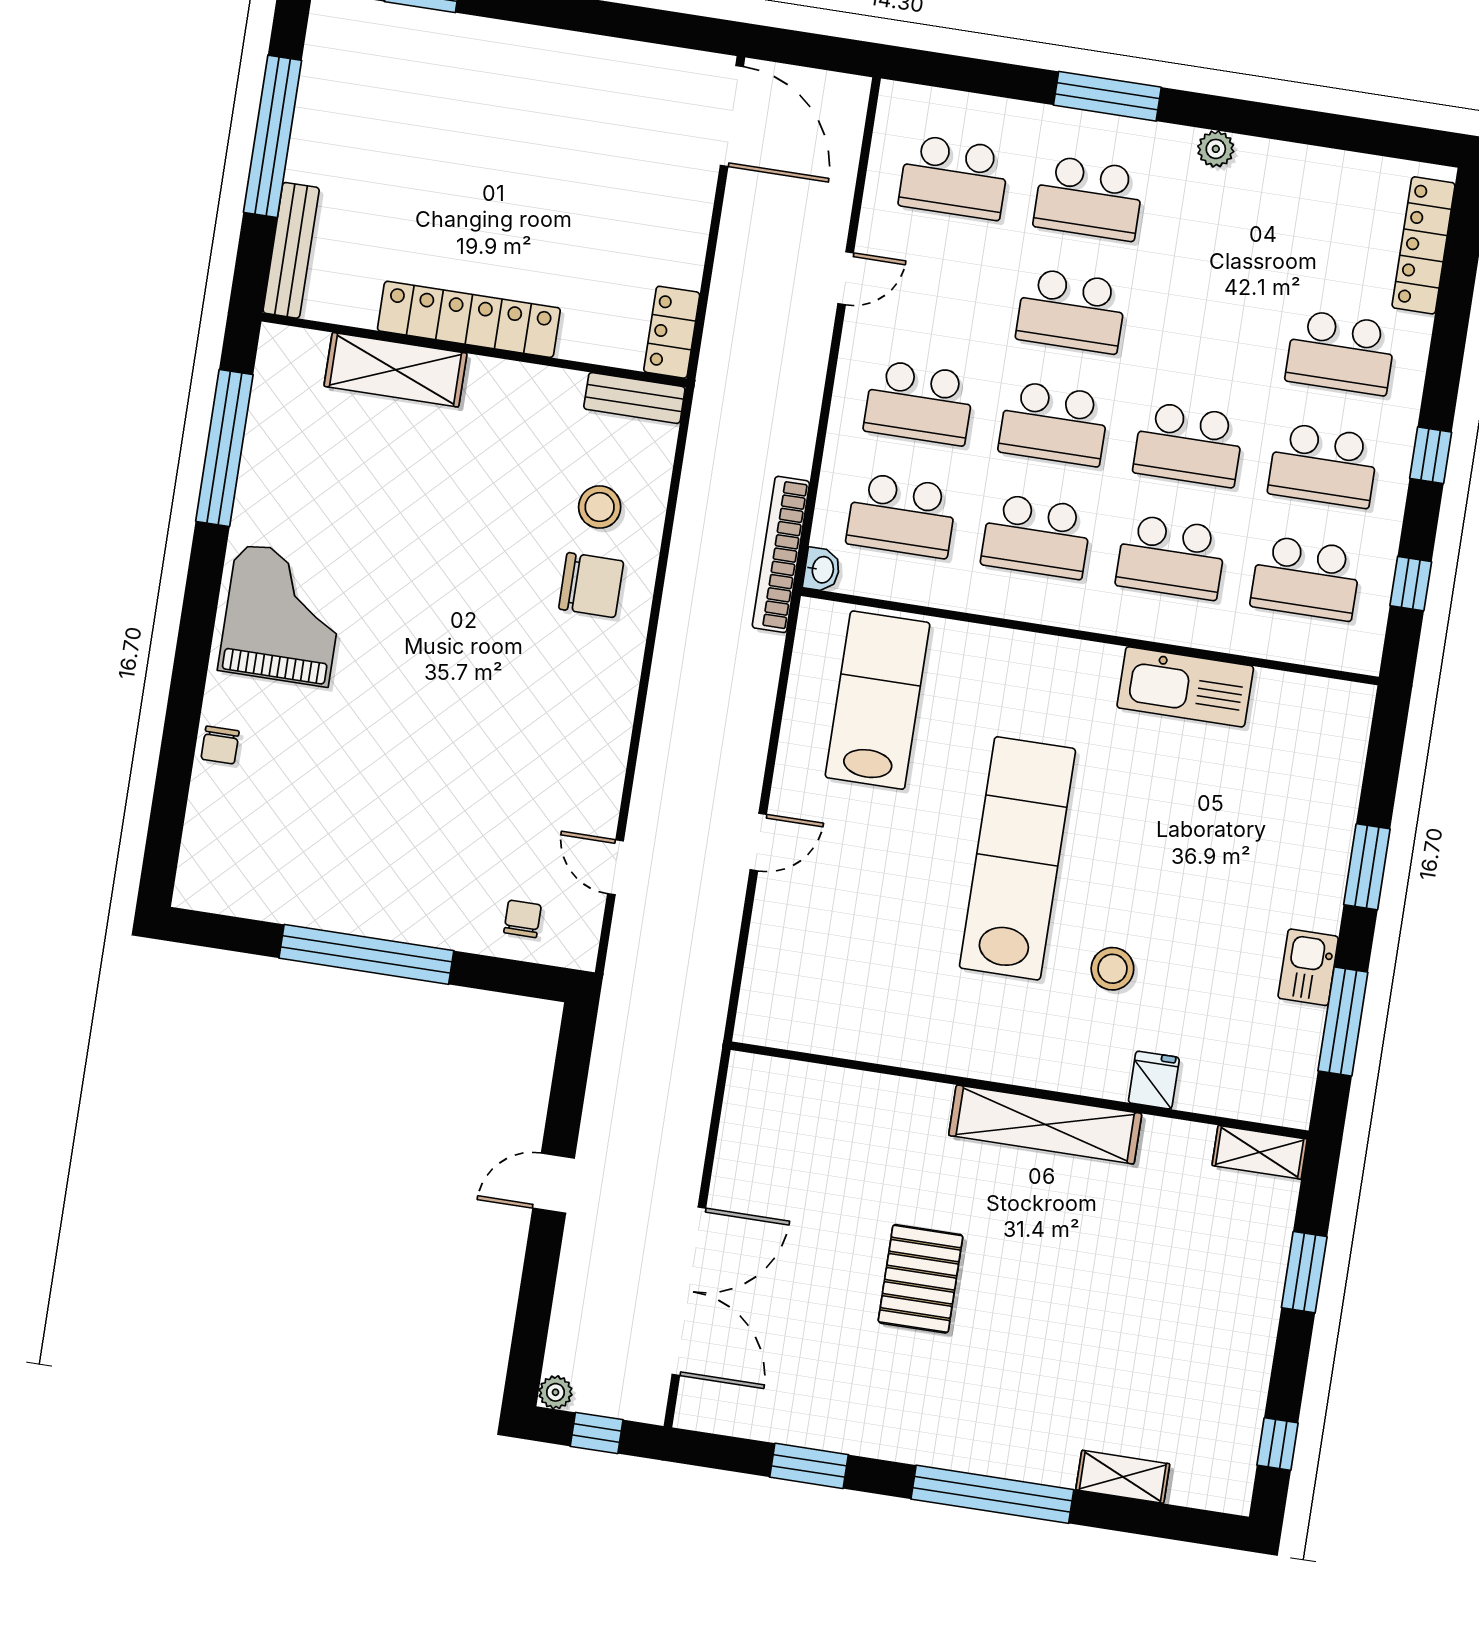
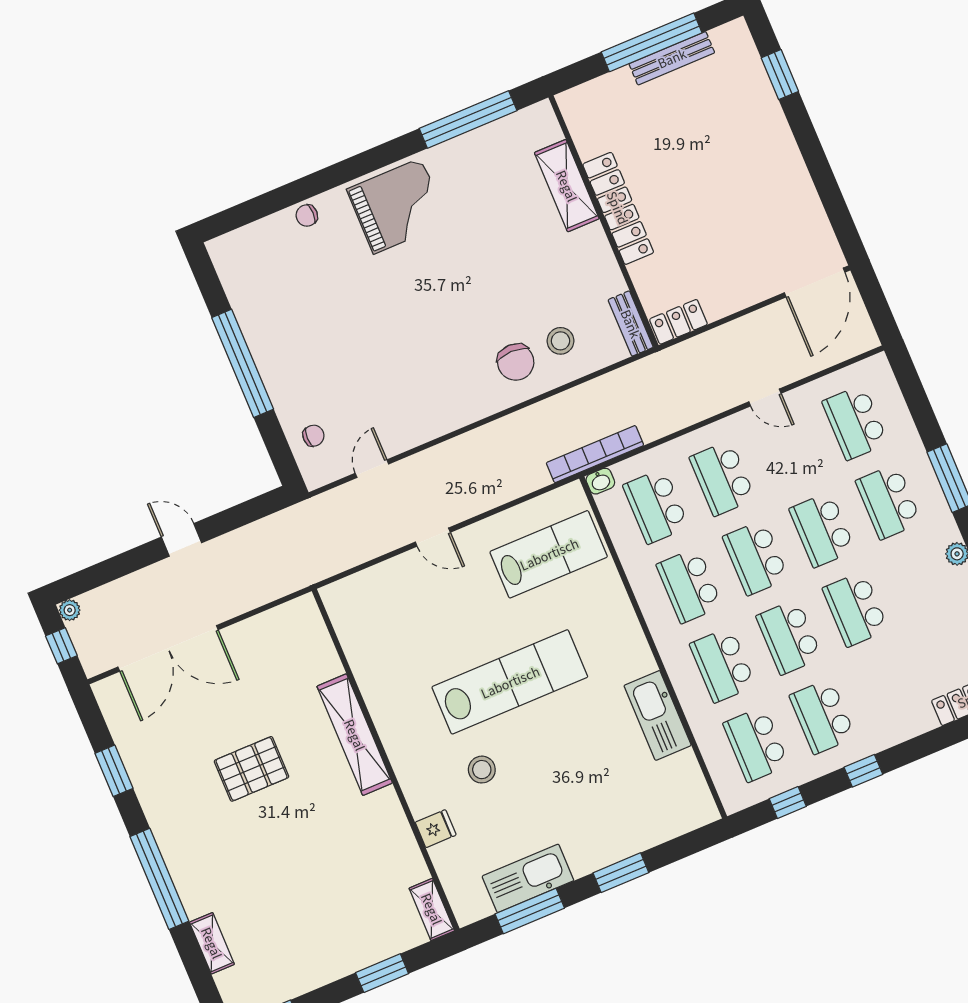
bench: (291, 250) -> (672, 58), moved
school desk: (1341, 353) -> (855, 609), moved
kitchen sink: (1308, 967) -> (528, 878), width x1.88, depth x1.24
shelving: (1045, 1124) -> (355, 735), moved

